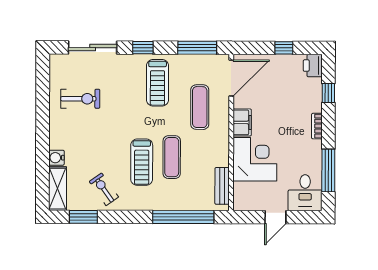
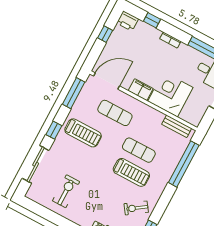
door: (231, 78) -> (107, 81), hinge flipped

